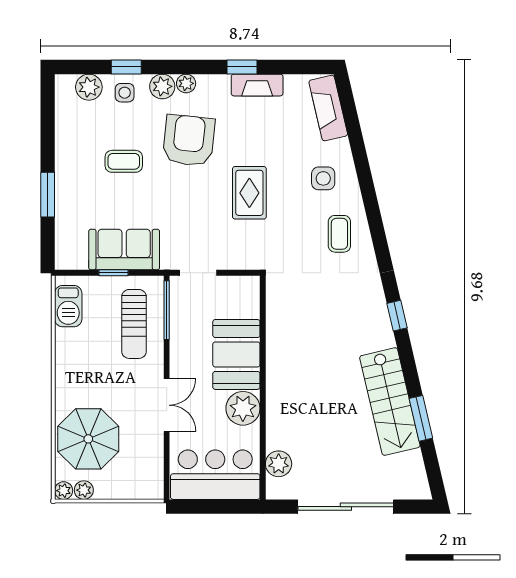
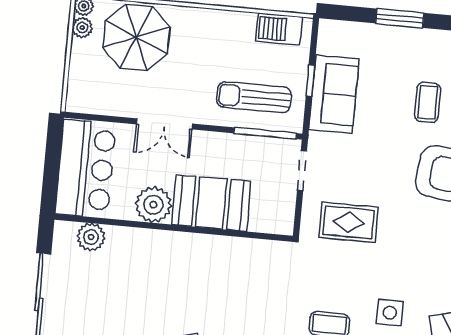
rug: (249, 193) -> (349, 222), moved

